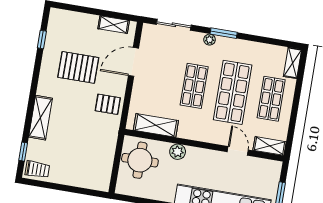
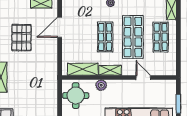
pallet: (78, 67) -> (21, 38), turned 90
pallet: (108, 104) -> (47, 60), removed
shelving: (270, 146) -> (110, 70), moved

